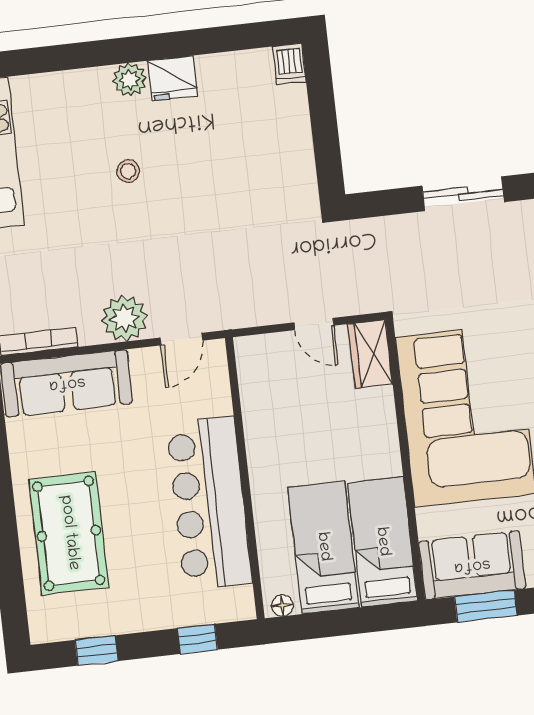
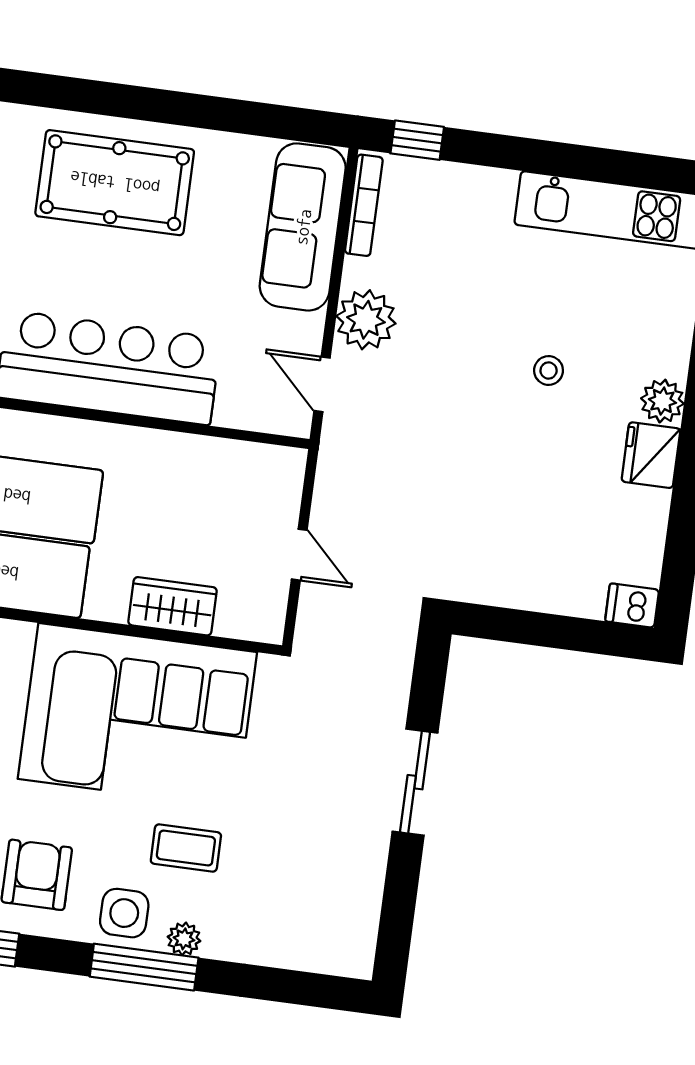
door: (314, 324) -> (299, 555), swing flipped
wardrobe: (370, 354) -> (173, 606), moved

